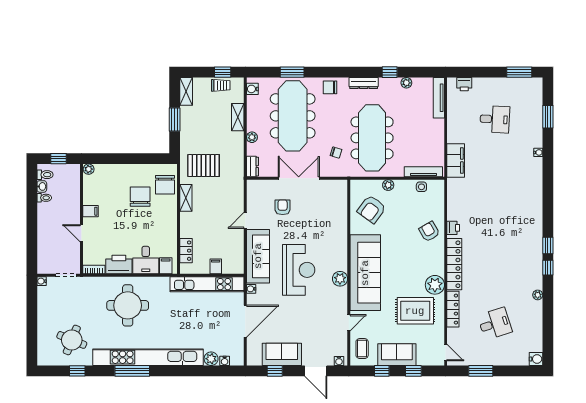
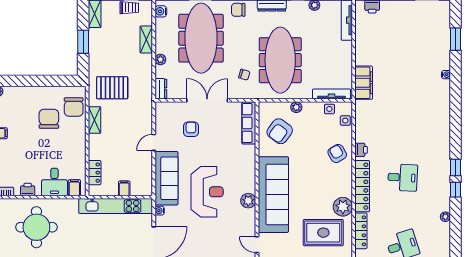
desk: (495, 119) -> (403, 178), moved
side table: (437, 198) -> (345, 121), added
row of seats: (341, 201) -> (249, 123), added
printer: (119, 265) -> (28, 189), width x0.53, depth x0.68
door: (349, 323) -> (257, 245), swing flipped

